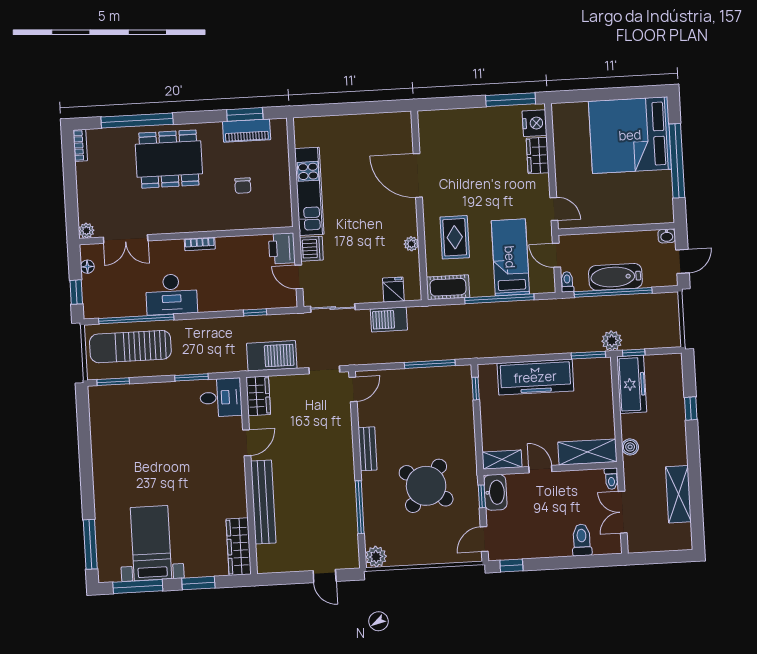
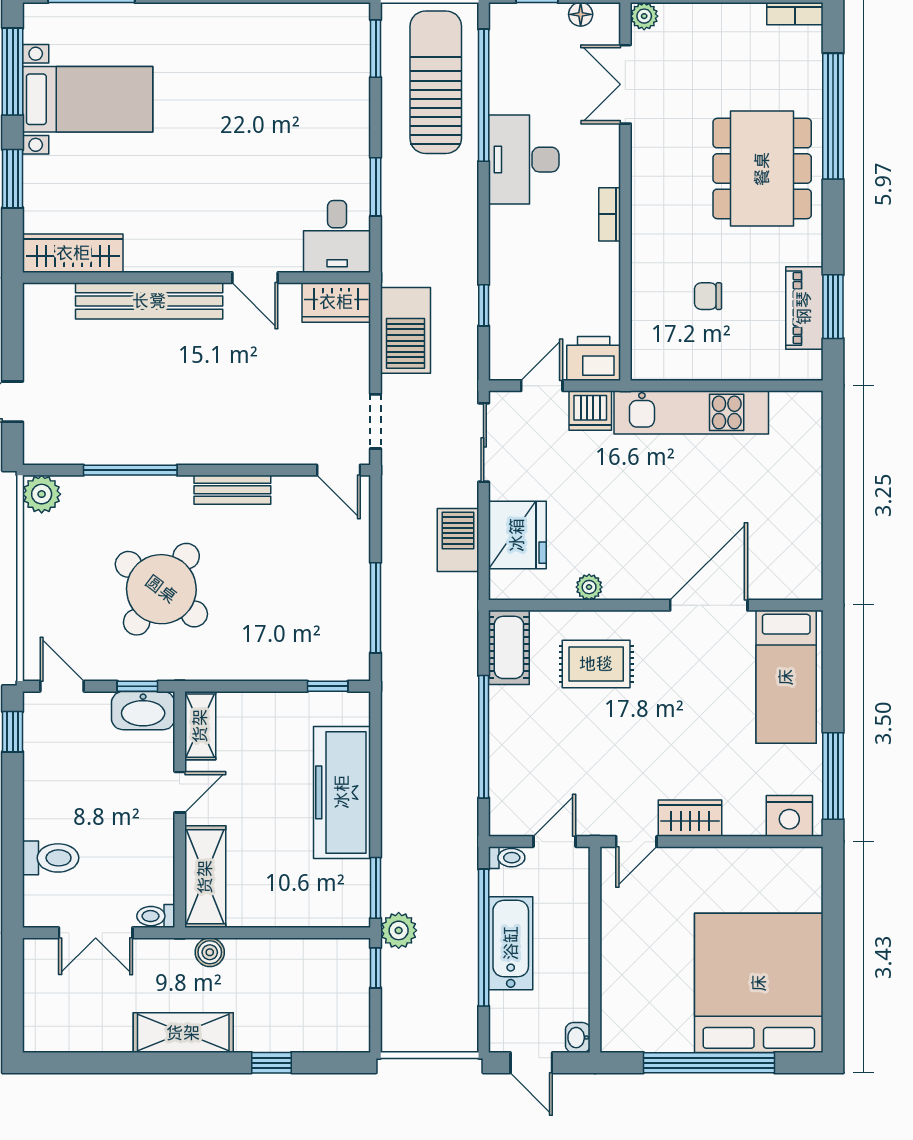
wardrobe: (538, 155) -> (690, 818), moved
bed: (510, 257) -> (786, 677), moved, turned 90
fridge: (393, 290) -> (517, 535), width x1.88, depth x1.34
freezer: (632, 384) -> (320, 961), removed
shelving: (678, 494) -> (183, 1033), moved
double door: (623, 512) -> (96, 933), swing flipped

